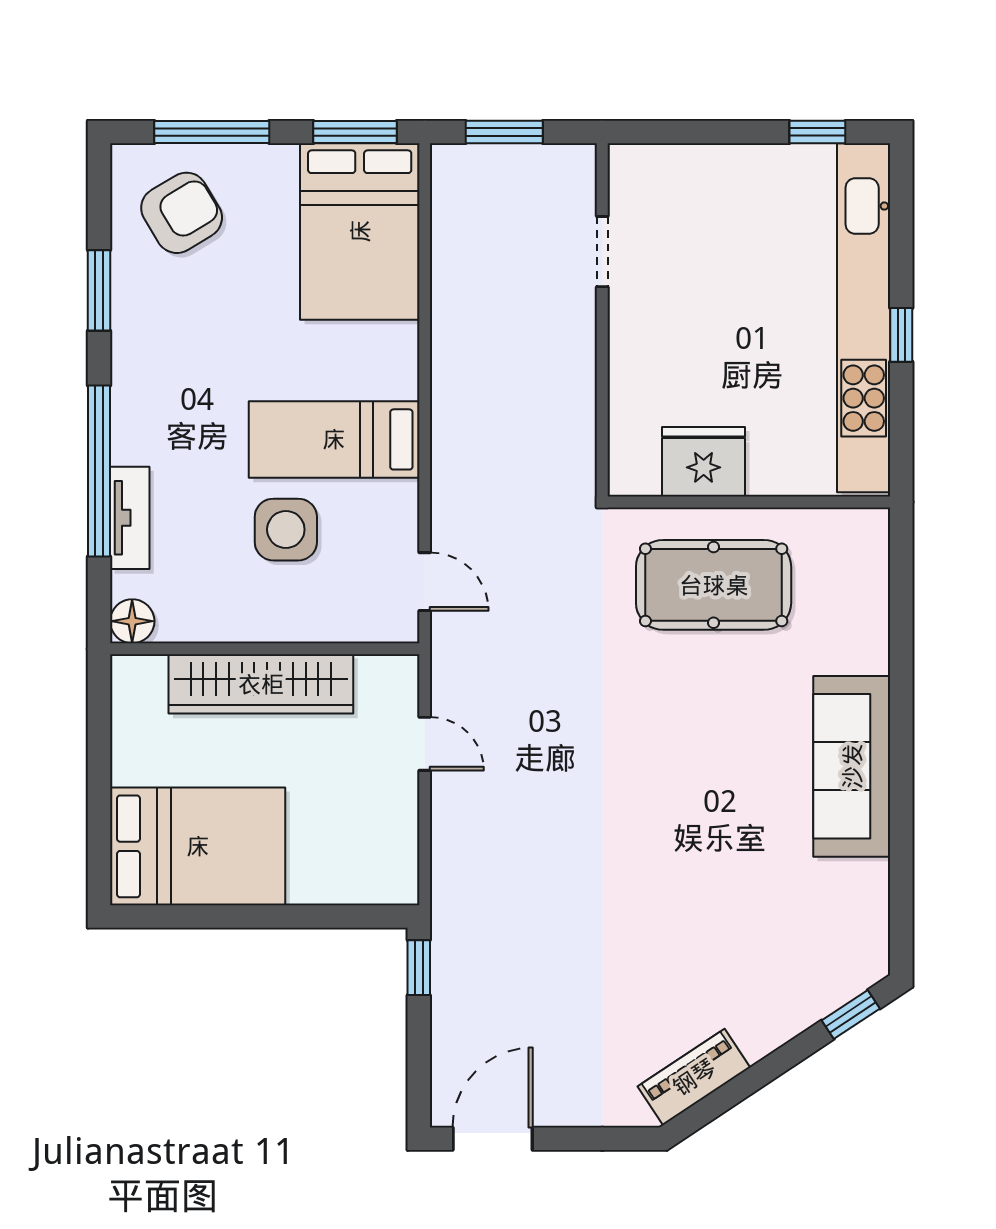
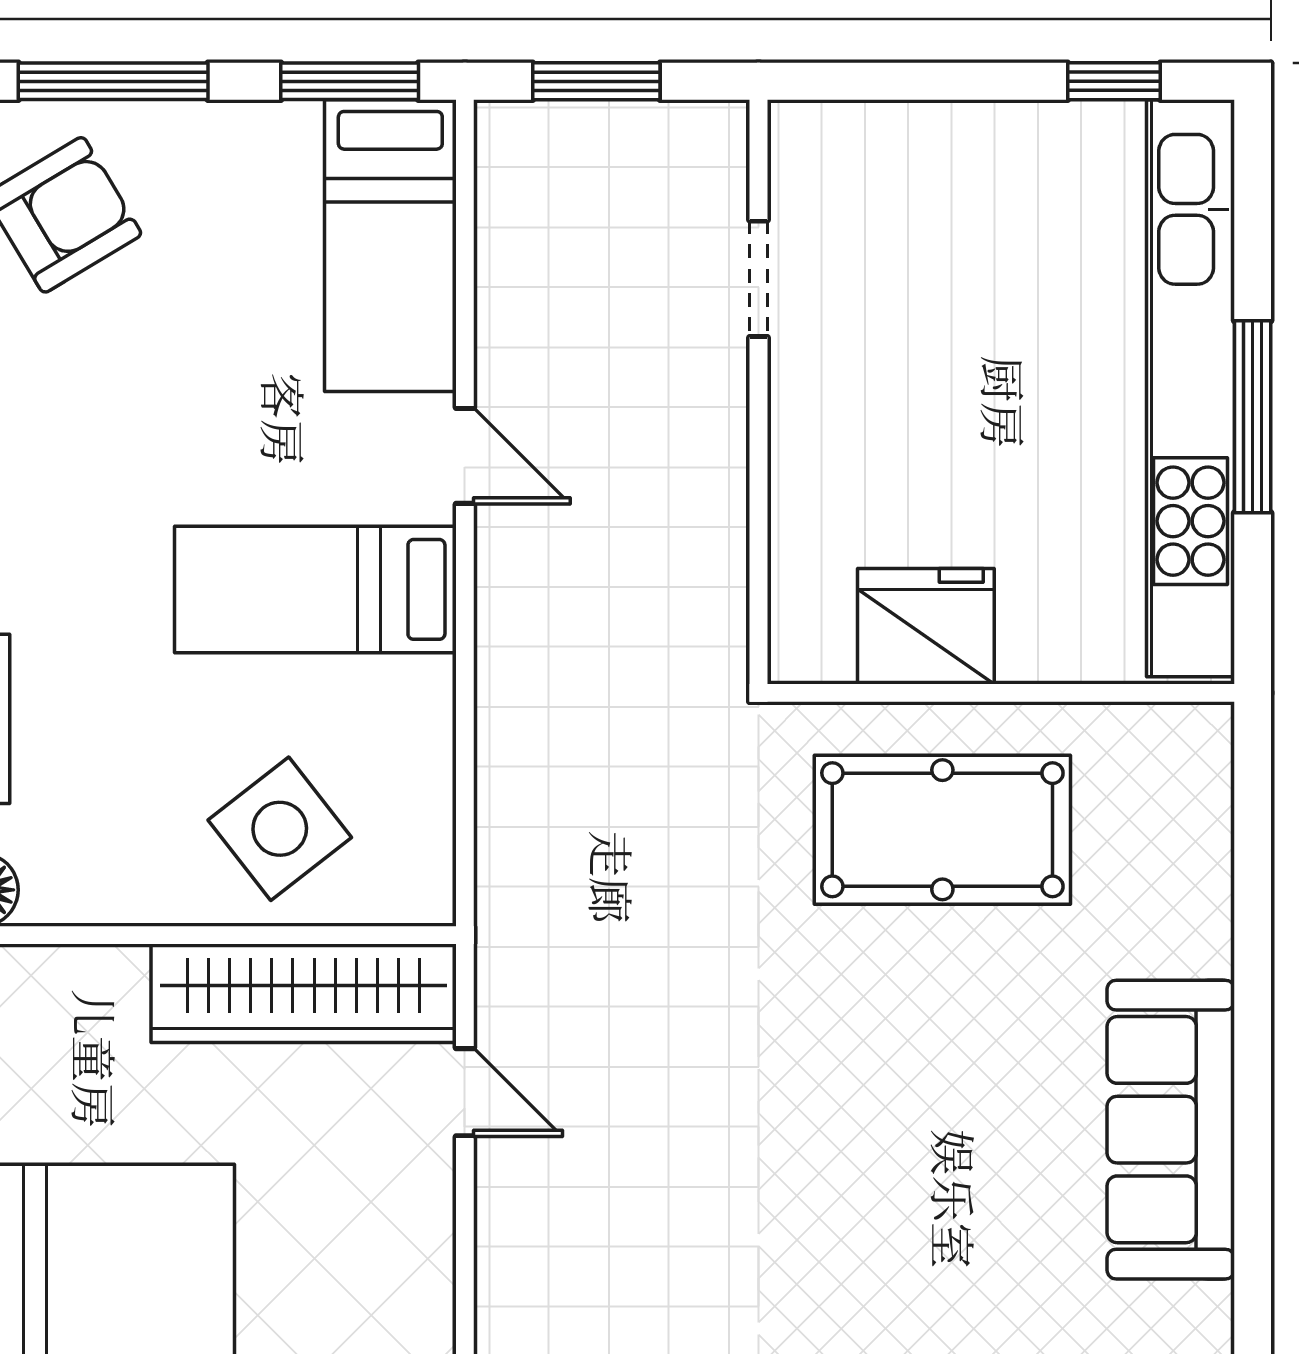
bed: (360, 231) -> (390, 246), width x0.67
window: (901, 335) -> (1253, 417), width x2.17
side table: (286, 530) -> (280, 829), moved, turned -38
door: (425, 582) -> (465, 456), moved
wardrobe: (261, 684) -> (304, 993), moved

